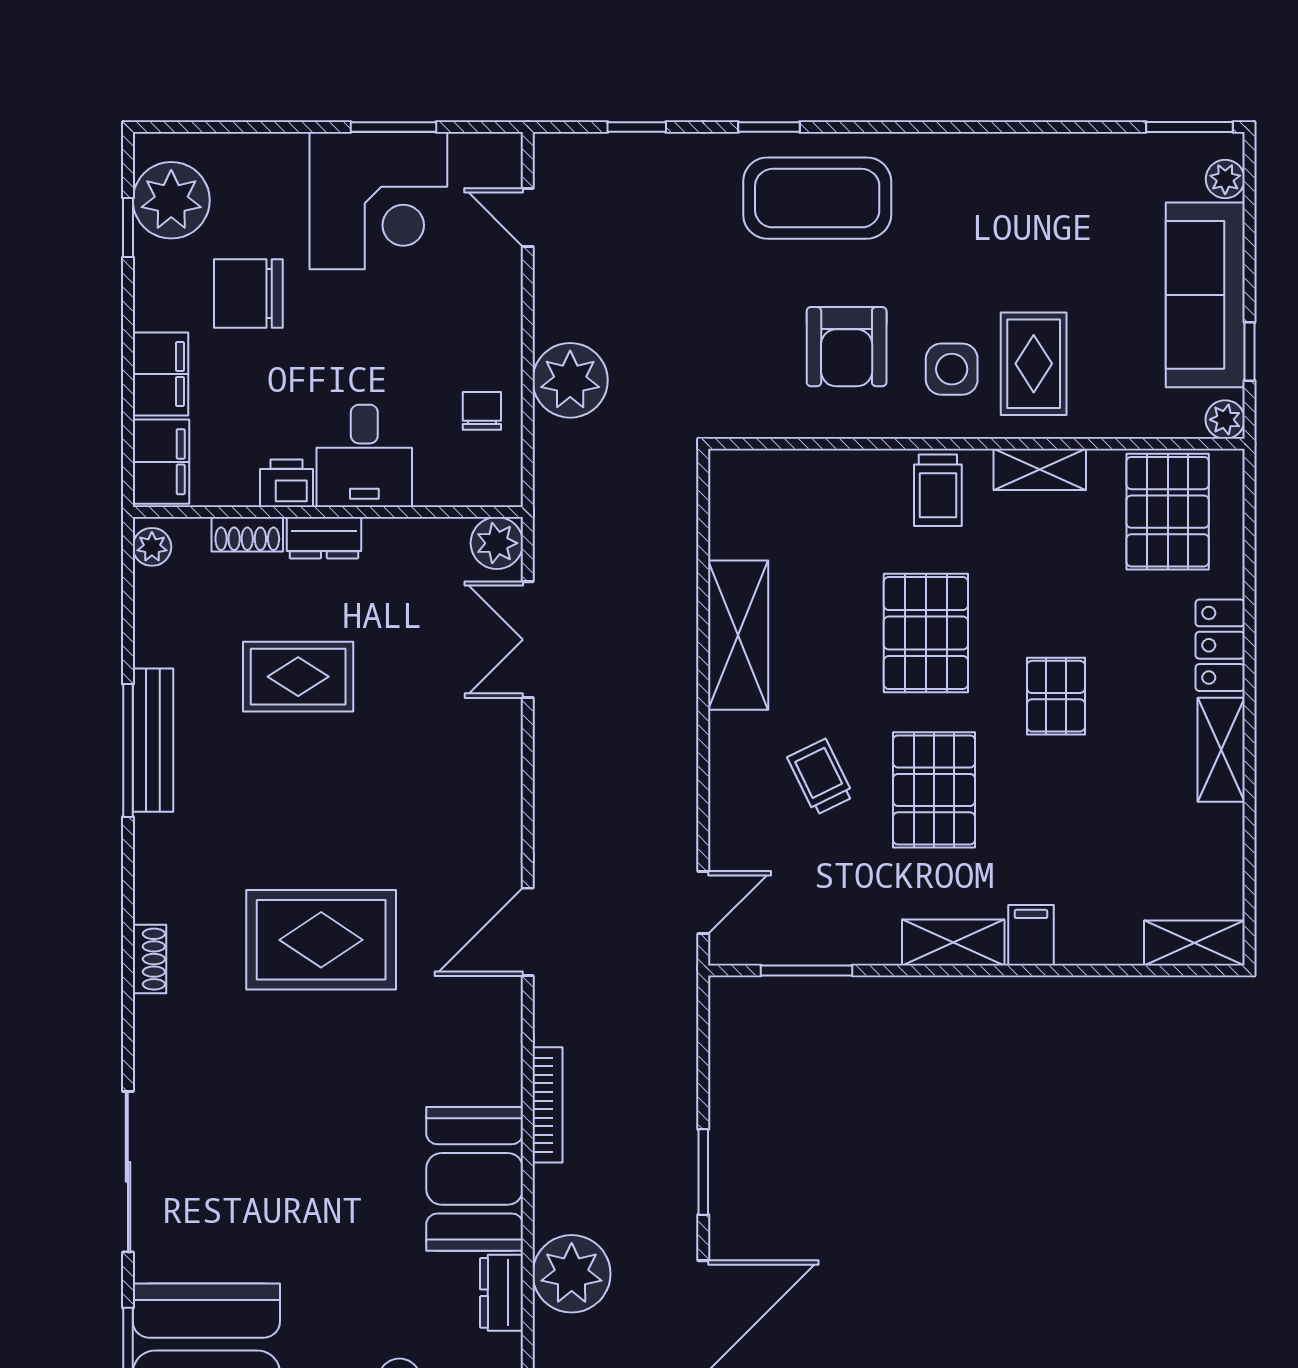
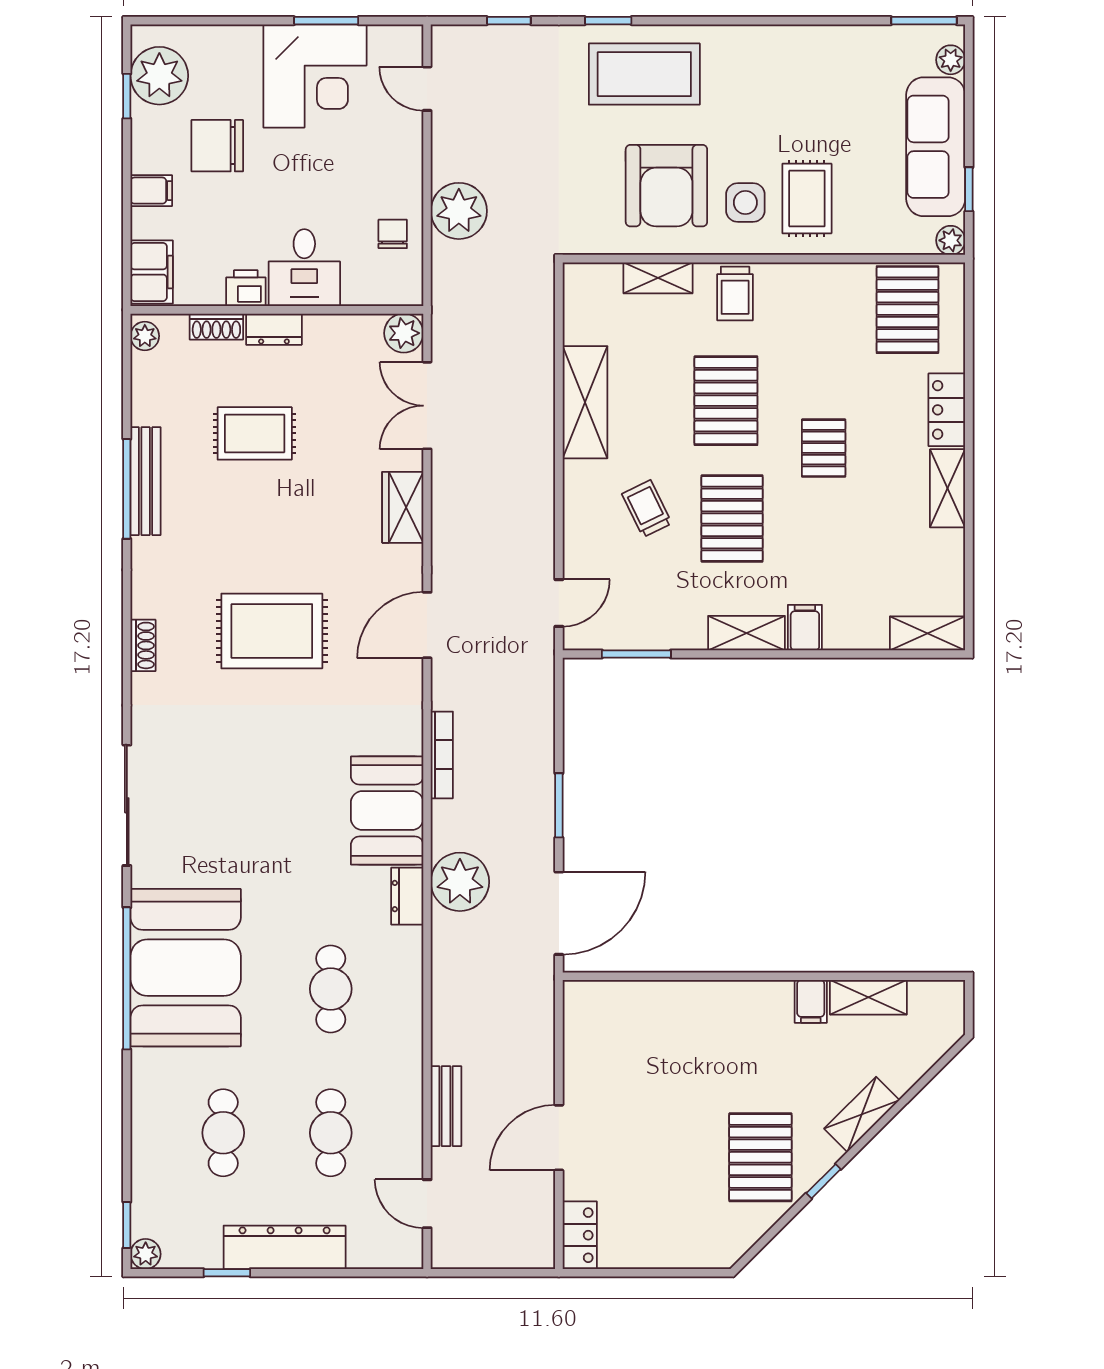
armchair: (847, 347) -> (666, 186), width x1.36, depth x1.36
filing cabinet: (161, 374) -> (151, 191), width x0.50
shelving: (1040, 469) -> (658, 278), moved
wardrobe: (495, 775) -> (403, 507), added

